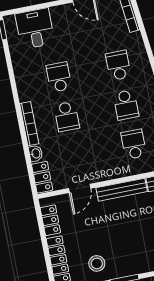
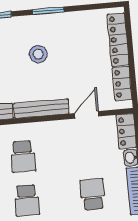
school desk: (126, 105) -> (27, 200), turned 180
stool: (97, 263) -> (38, 54), moved

